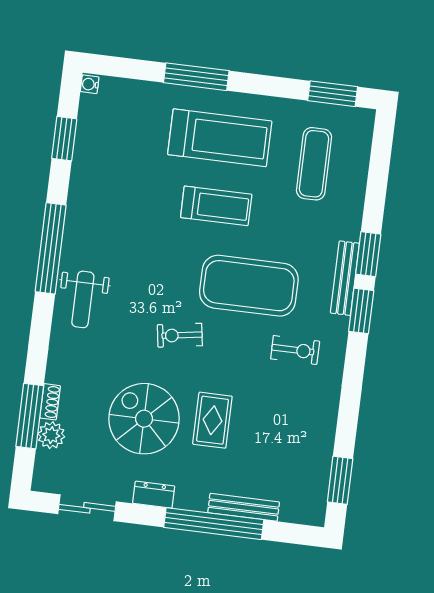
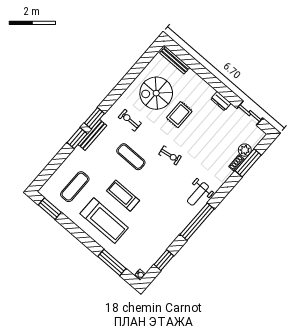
window: (196, 77) -> (112, 262), moved
treadmill: (220, 138) -> (104, 221), turned 180
exercise mat: (249, 286) -> (131, 157), width x0.50, depth x0.69
weight bench: (83, 299) -> (198, 194), turned 180
spiral stairs: (144, 419) -> (156, 93), moved, turned 90
window: (340, 480) -> (146, 59), removed
bench: (244, 507) -> (175, 60), moved
window: (214, 524) -> (205, 75), removed

